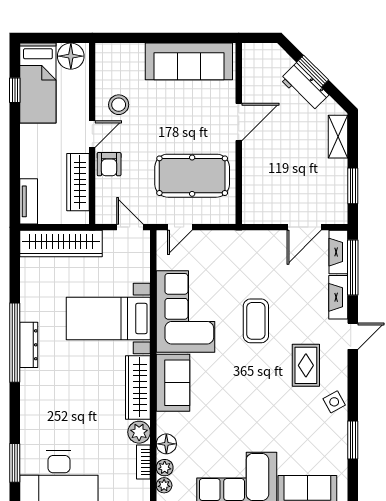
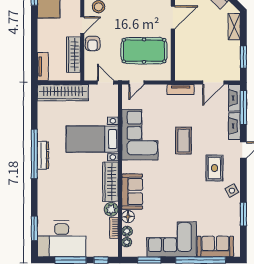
tv unit: (251, 239) -> (181, 90), added
sofa: (173, 383) -> (132, 192), moved

